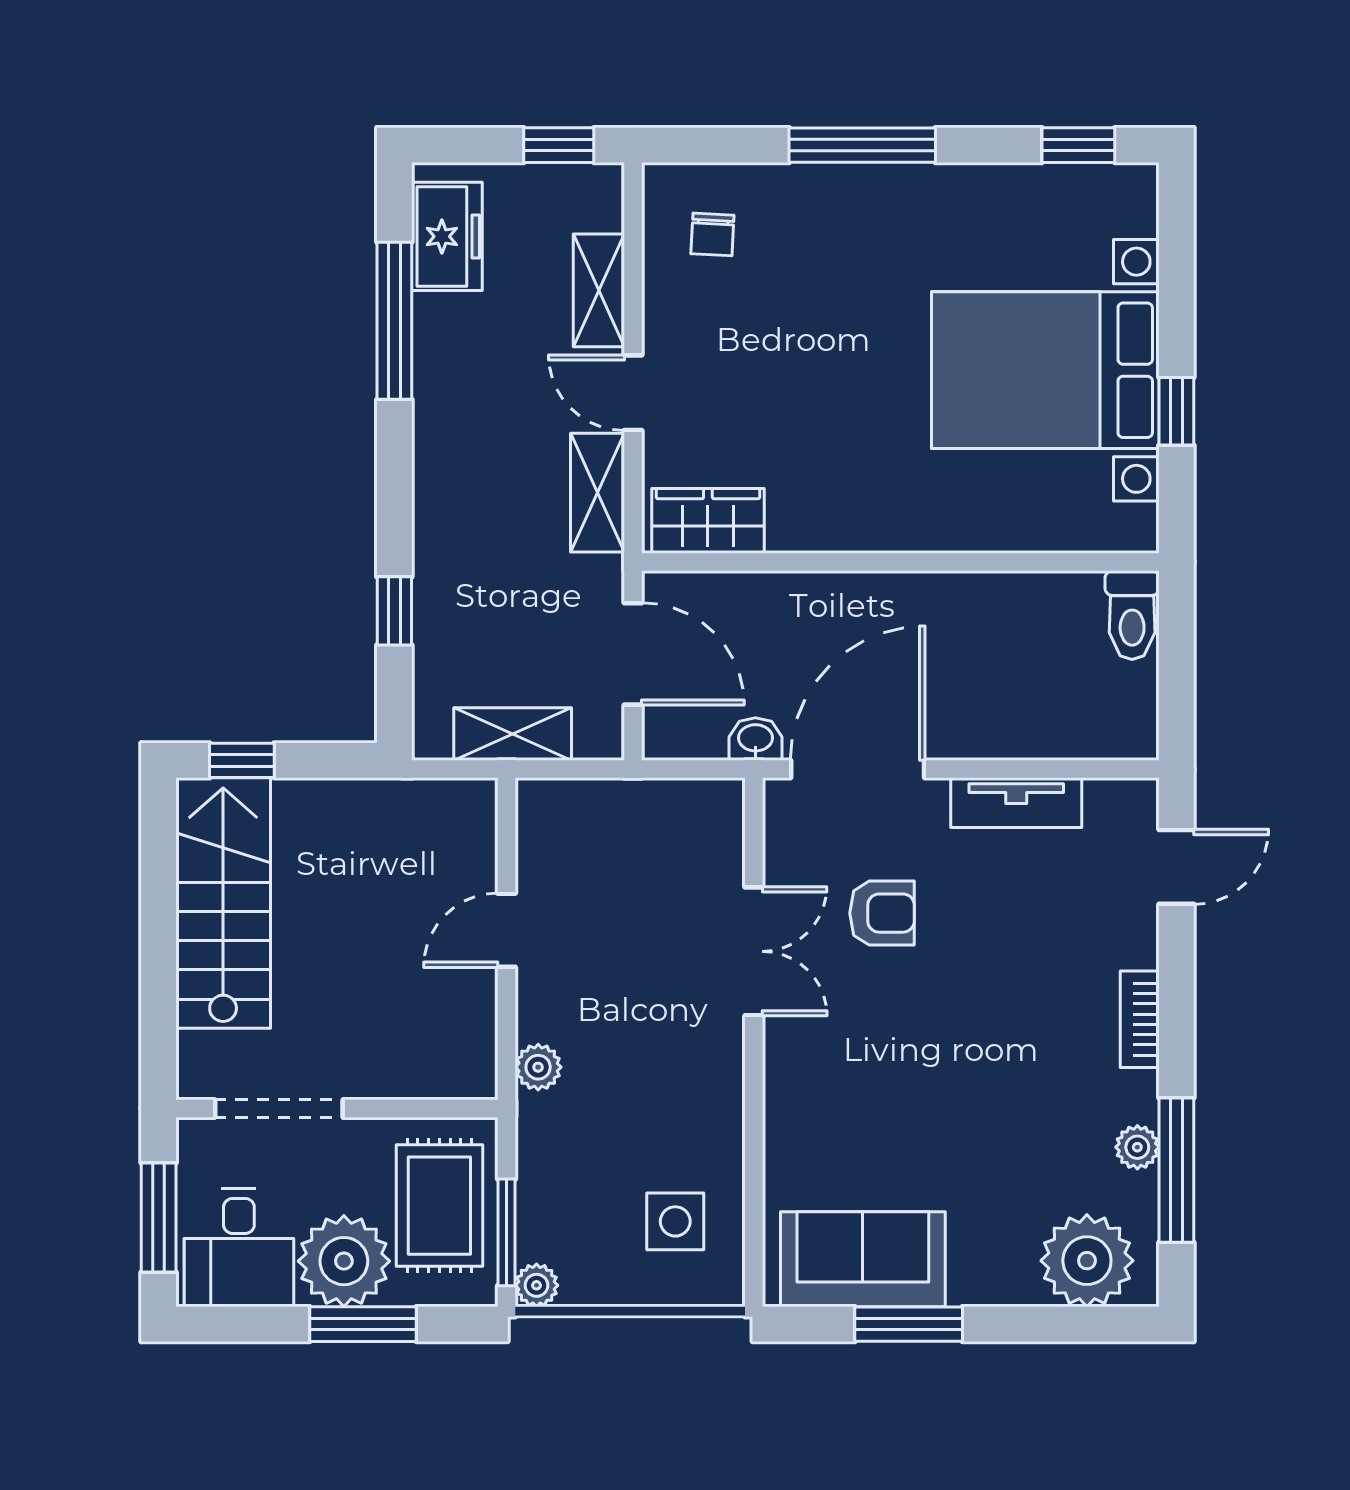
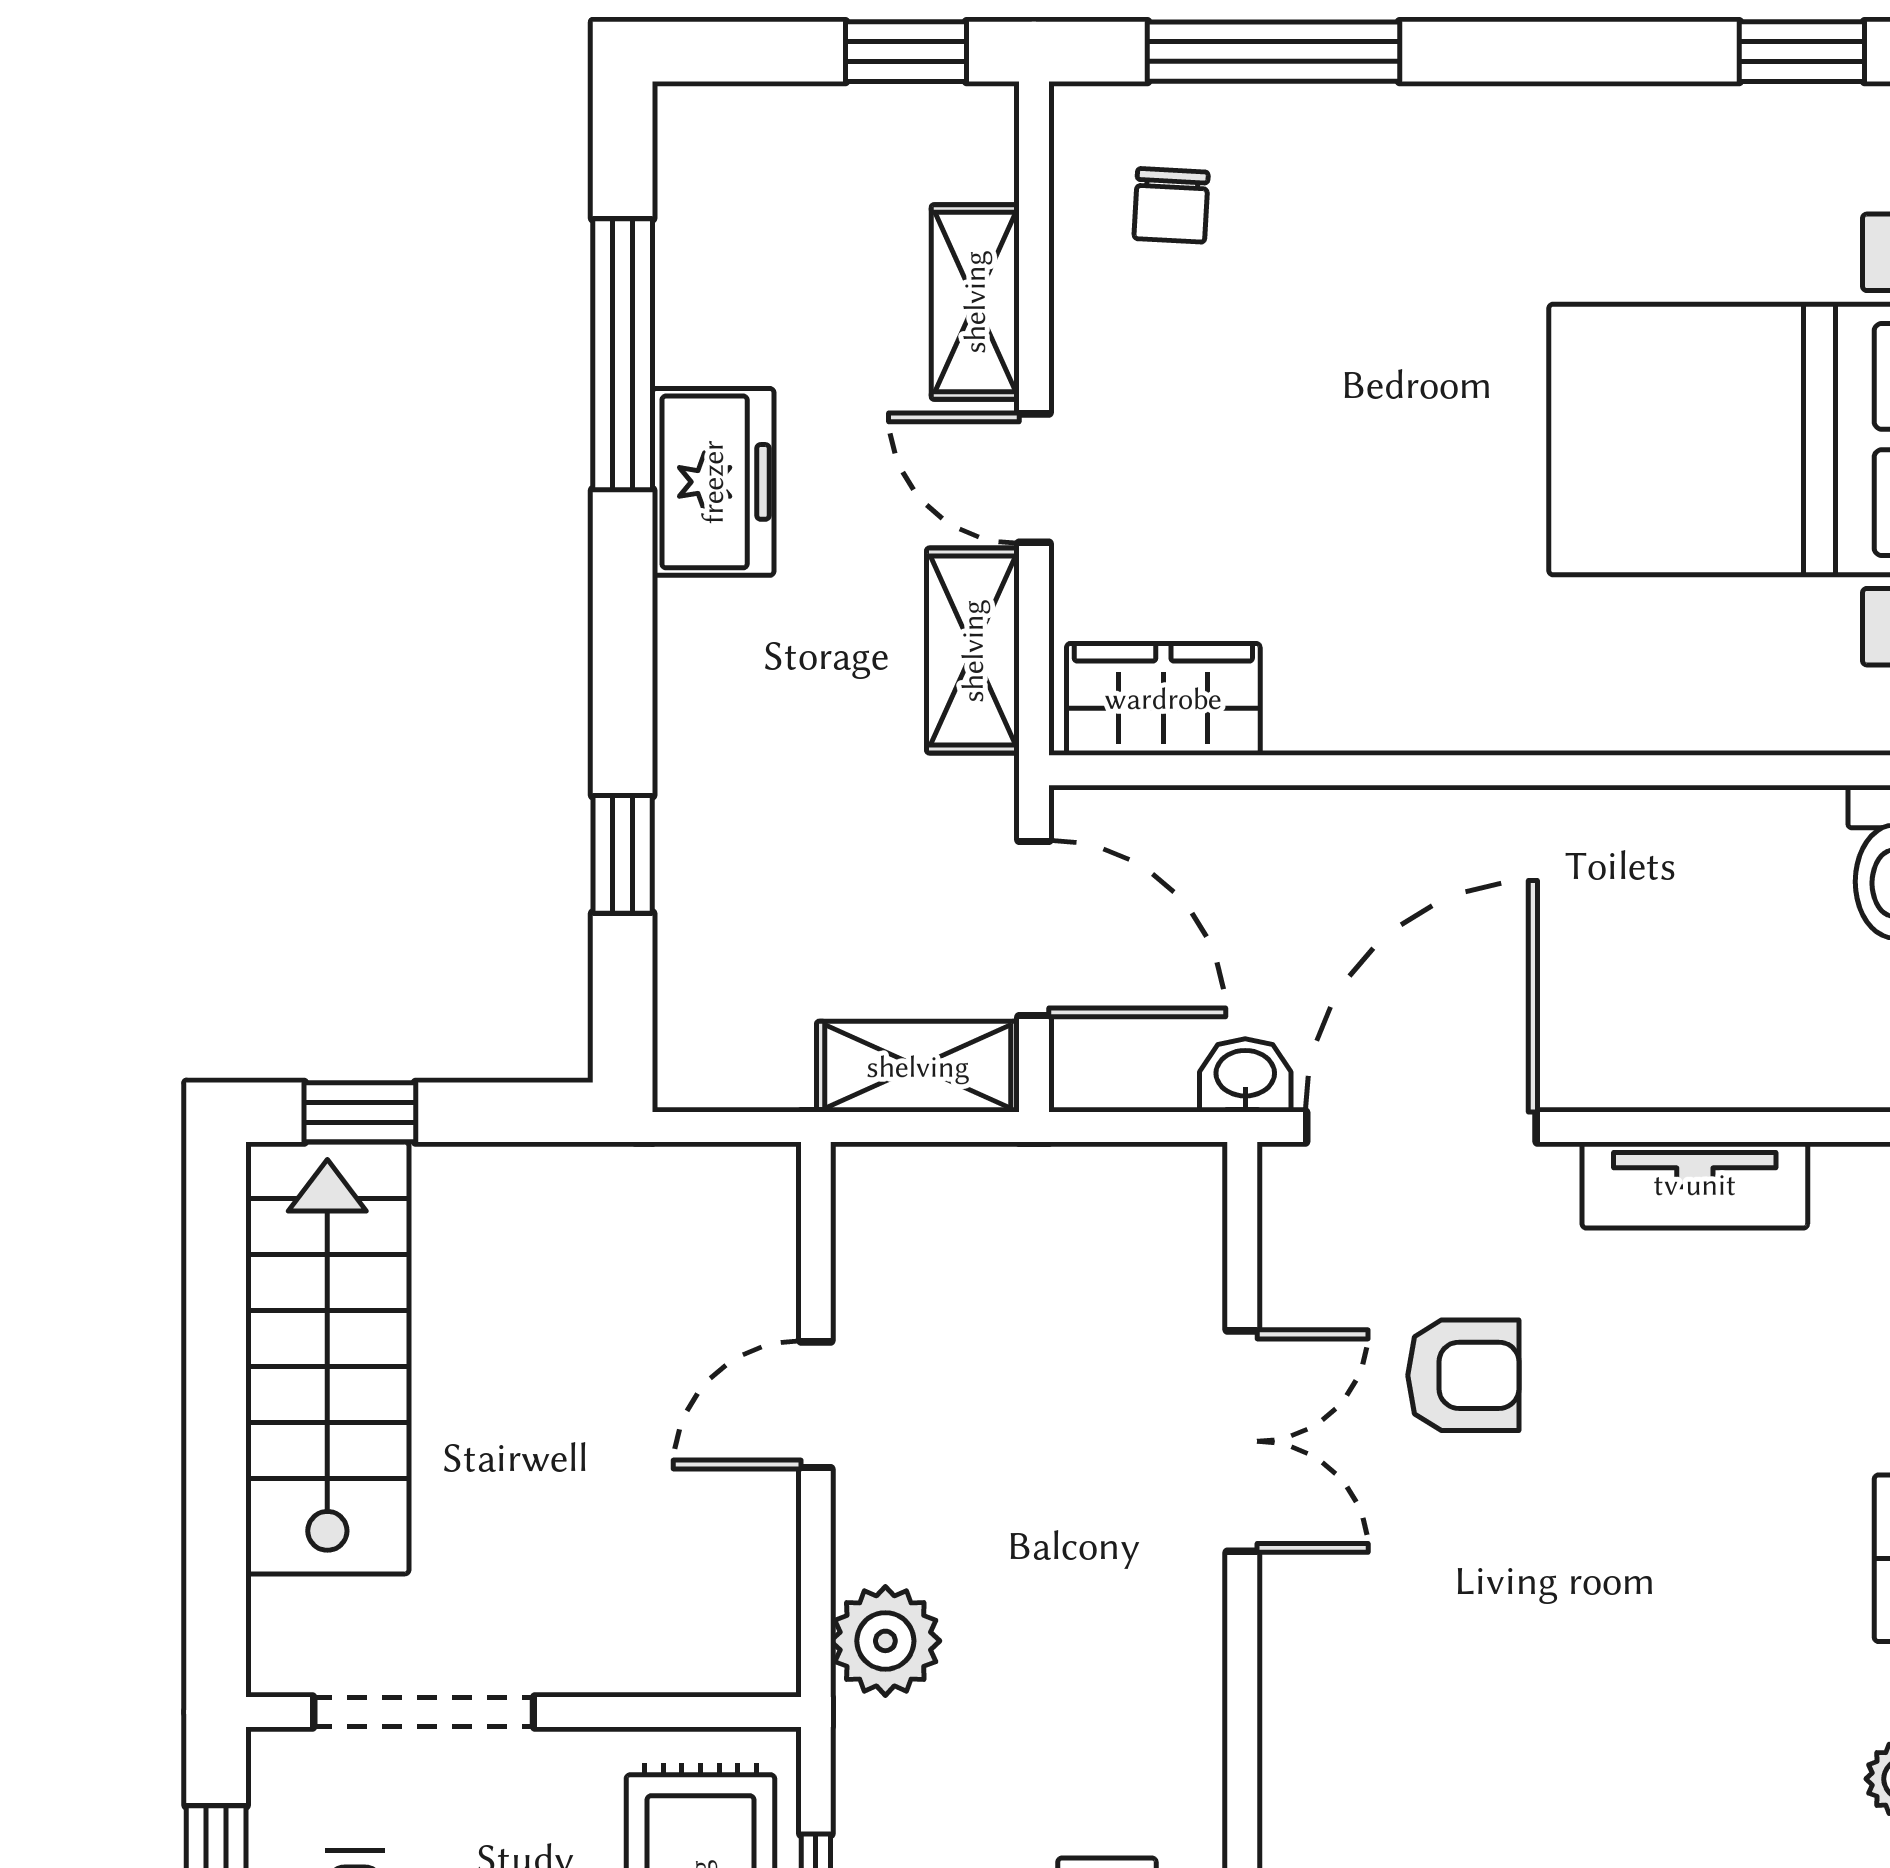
window: (862, 145) -> (1274, 52), moved
freezer: (447, 236) -> (713, 482), moved
shelving: (513, 734) -> (918, 1067), moved
plant: (538, 1067) -> (885, 1641), width x1.38, depth x1.38

